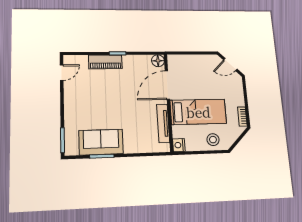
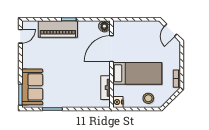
piano: (105, 62) -> (58, 29), width x1.37, depth x1.33
door: (230, 64) -> (171, 30), hinge flipped
tv unit: (163, 123) -> (105, 88), width x0.71
sofa: (101, 142) -> (32, 87), moved, turned 90

